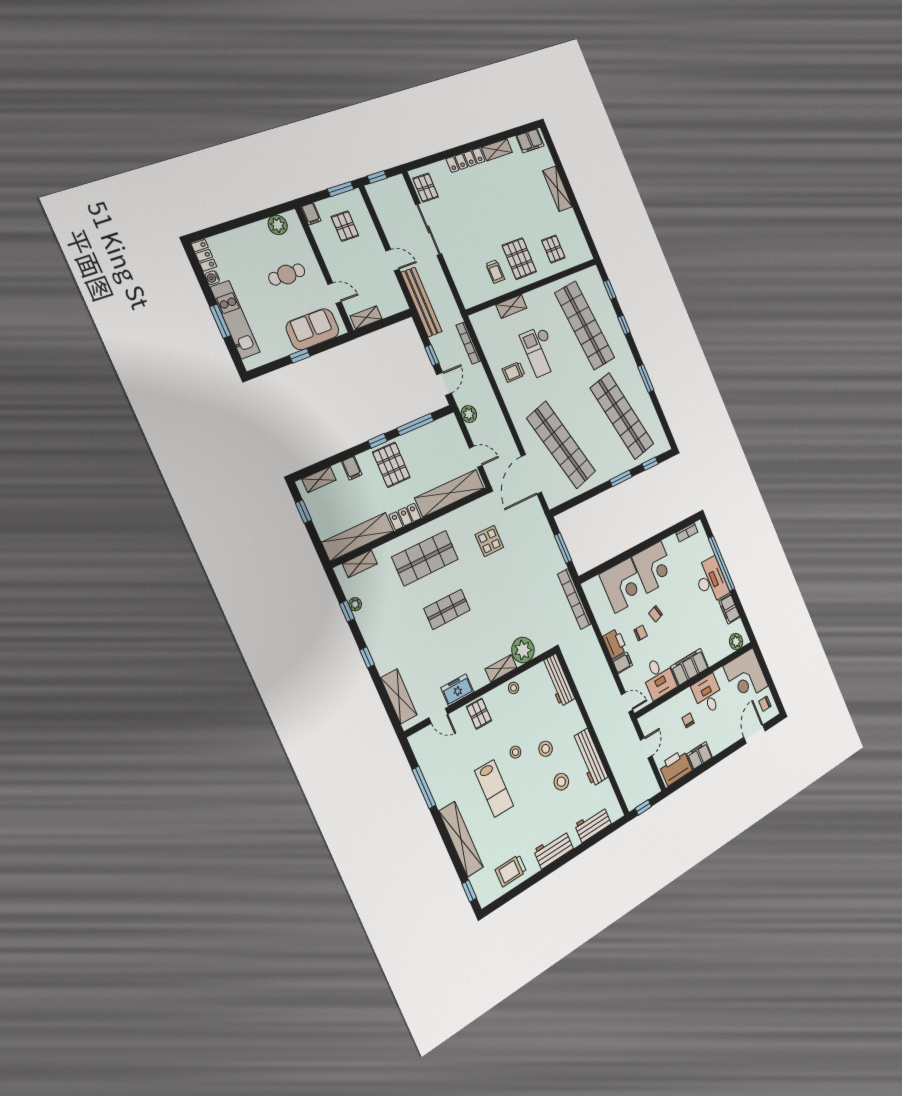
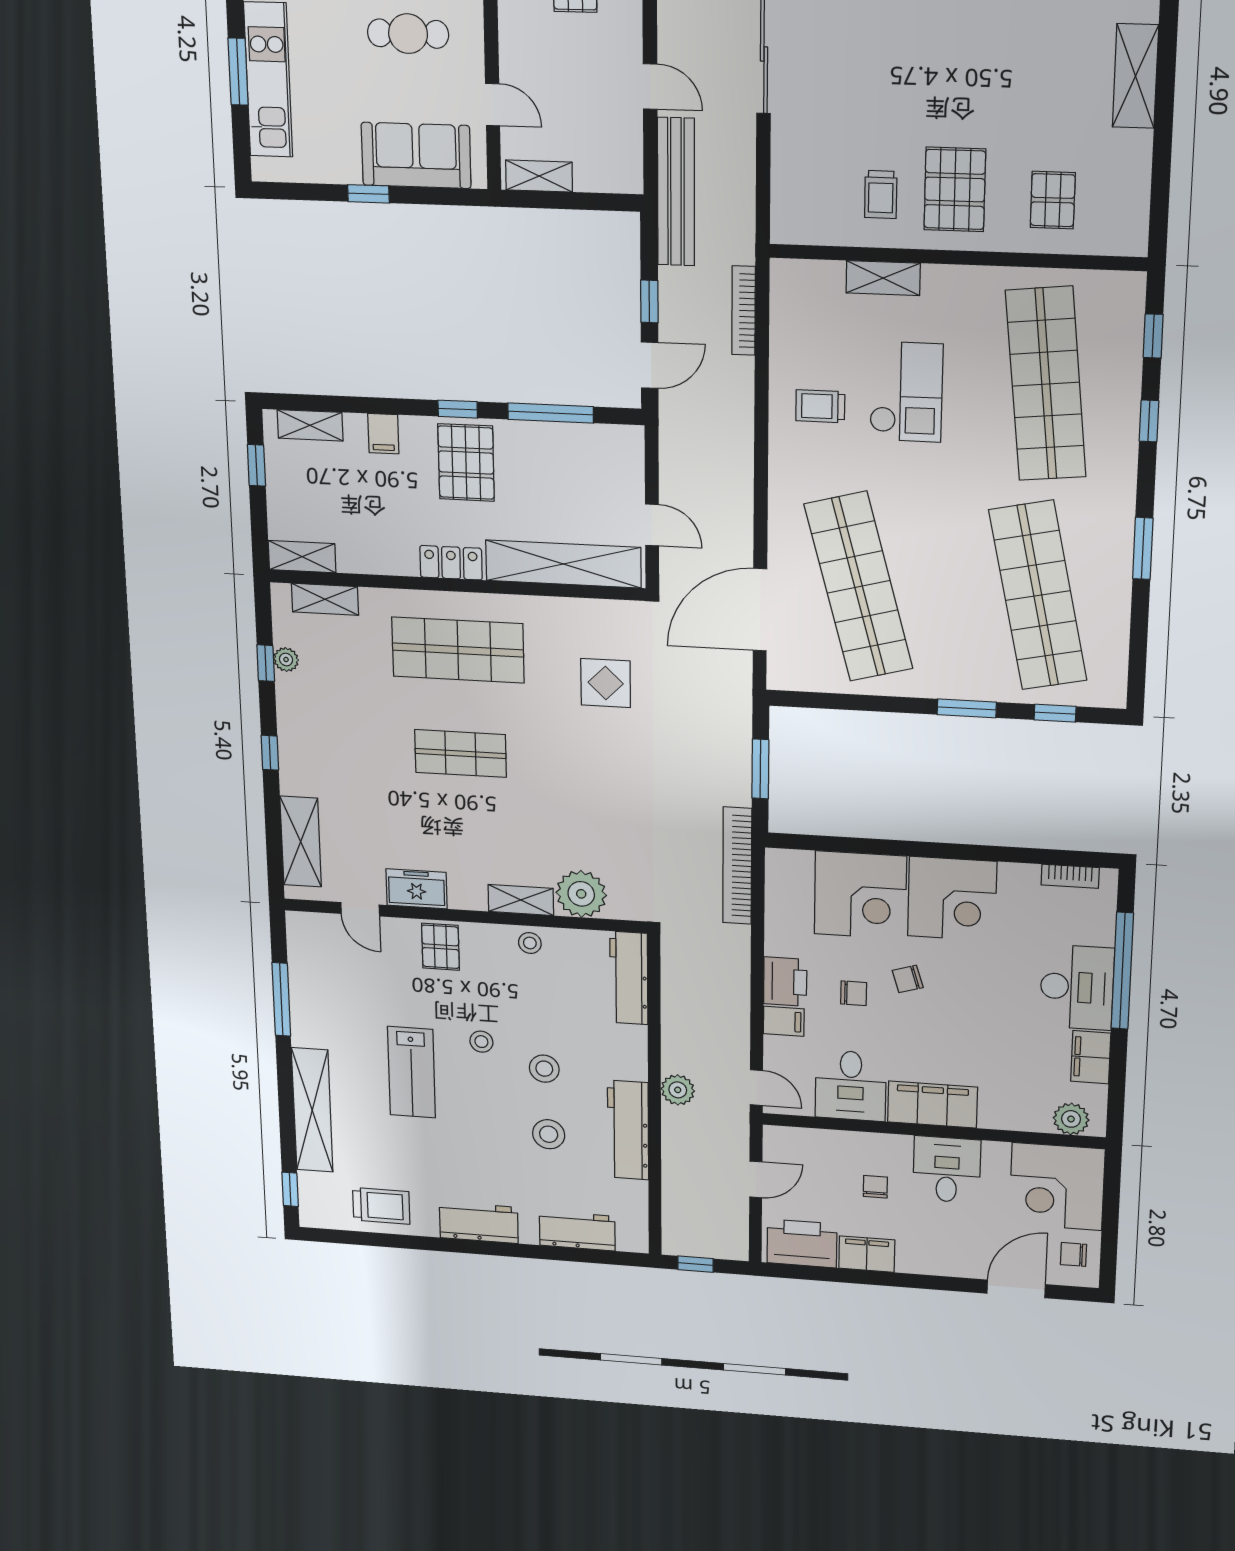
checkout: (540, 351) -> (906, 392), turned 180
plant: (469, 414) -> (678, 1090), moved
shelving: (358, 537) -> (302, 557), width x0.45, depth x0.75
trolley: (511, 871) -> (381, 1206), turned 180

